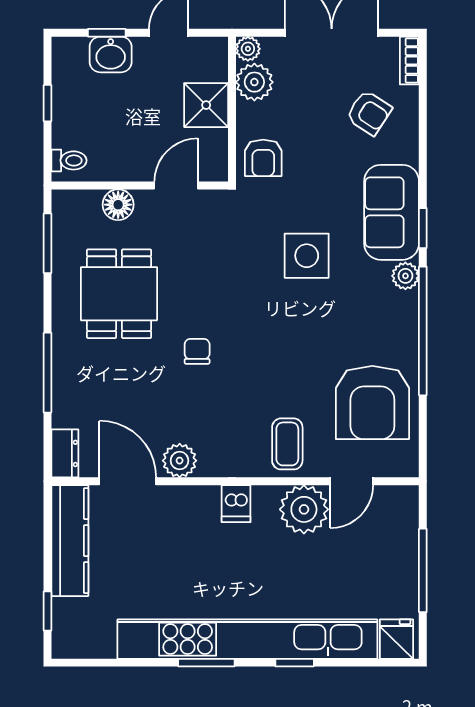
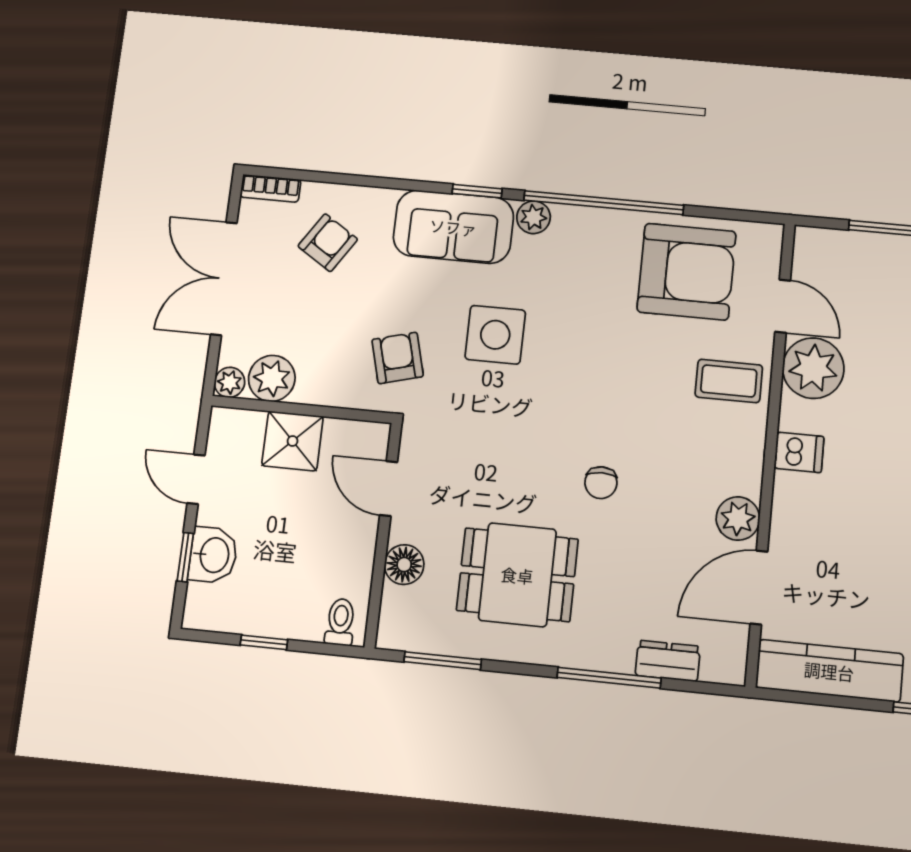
armchair: (263, 158) -> (398, 358), moved, turned -105
chair: (197, 351) -> (601, 483), turned -90
dresser: (65, 453) -> (668, 661), moved

